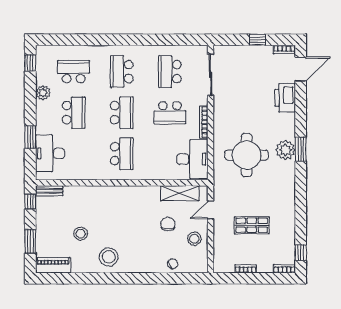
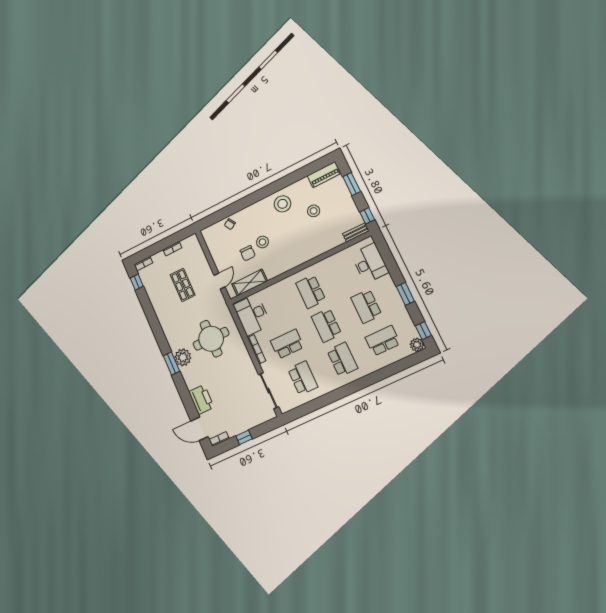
door: (301, 69) -> (199, 429), hinge flipped
school desk: (74, 72) -> (383, 341), turned 180
plant: (43, 93) -> (417, 345), moved
window: (30, 137) -> (405, 294), moved
shop shelf: (252, 225) -> (183, 285), turned 90
stool: (194, 239) -> (263, 242), moved

